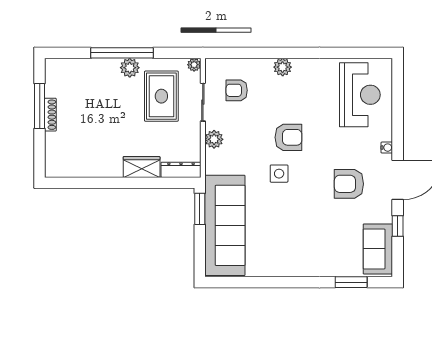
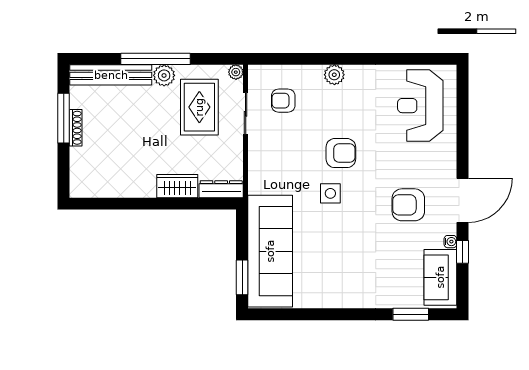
bench: (82, 67) -> (111, 75), added
reception desk: (360, 95) -> (420, 106), turned 180
plant: (214, 139) -> (258, 155), removed
water cooler: (387, 148) -> (450, 242), moved
window: (200, 209) -> (242, 277), moved

